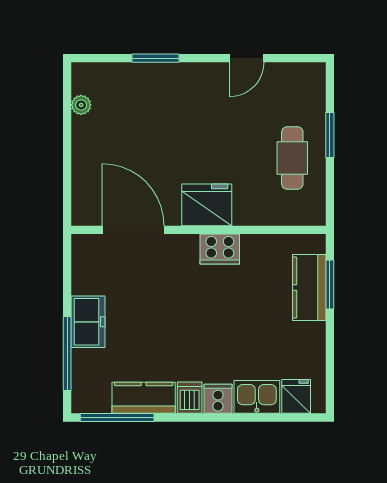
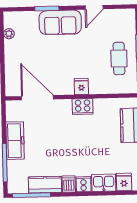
sofa: (181, 86) -> (60, 22), added
fridge: (207, 205) -> (81, 86), width x0.53, depth x0.75
freezer: (88, 322) -> (15, 141), width x1.40

